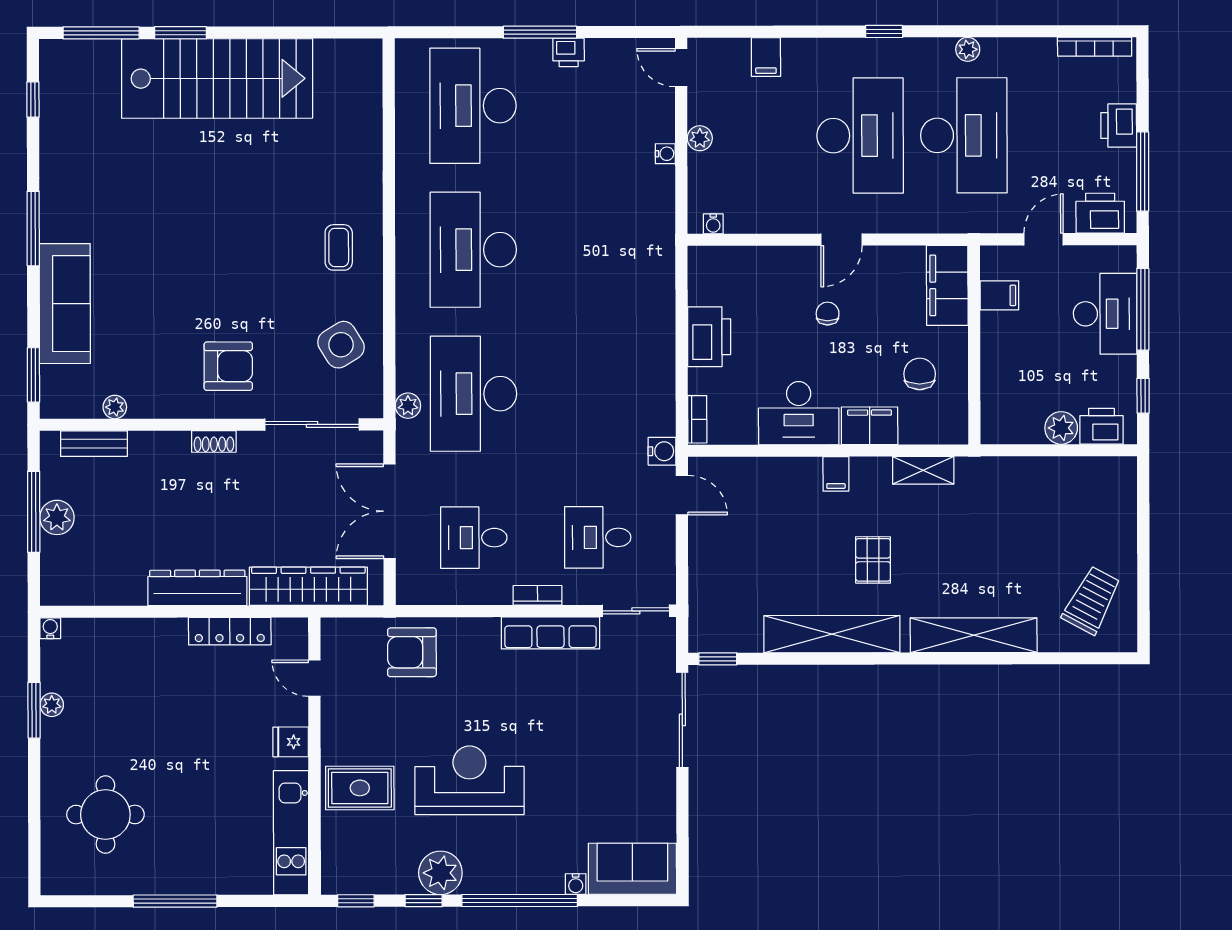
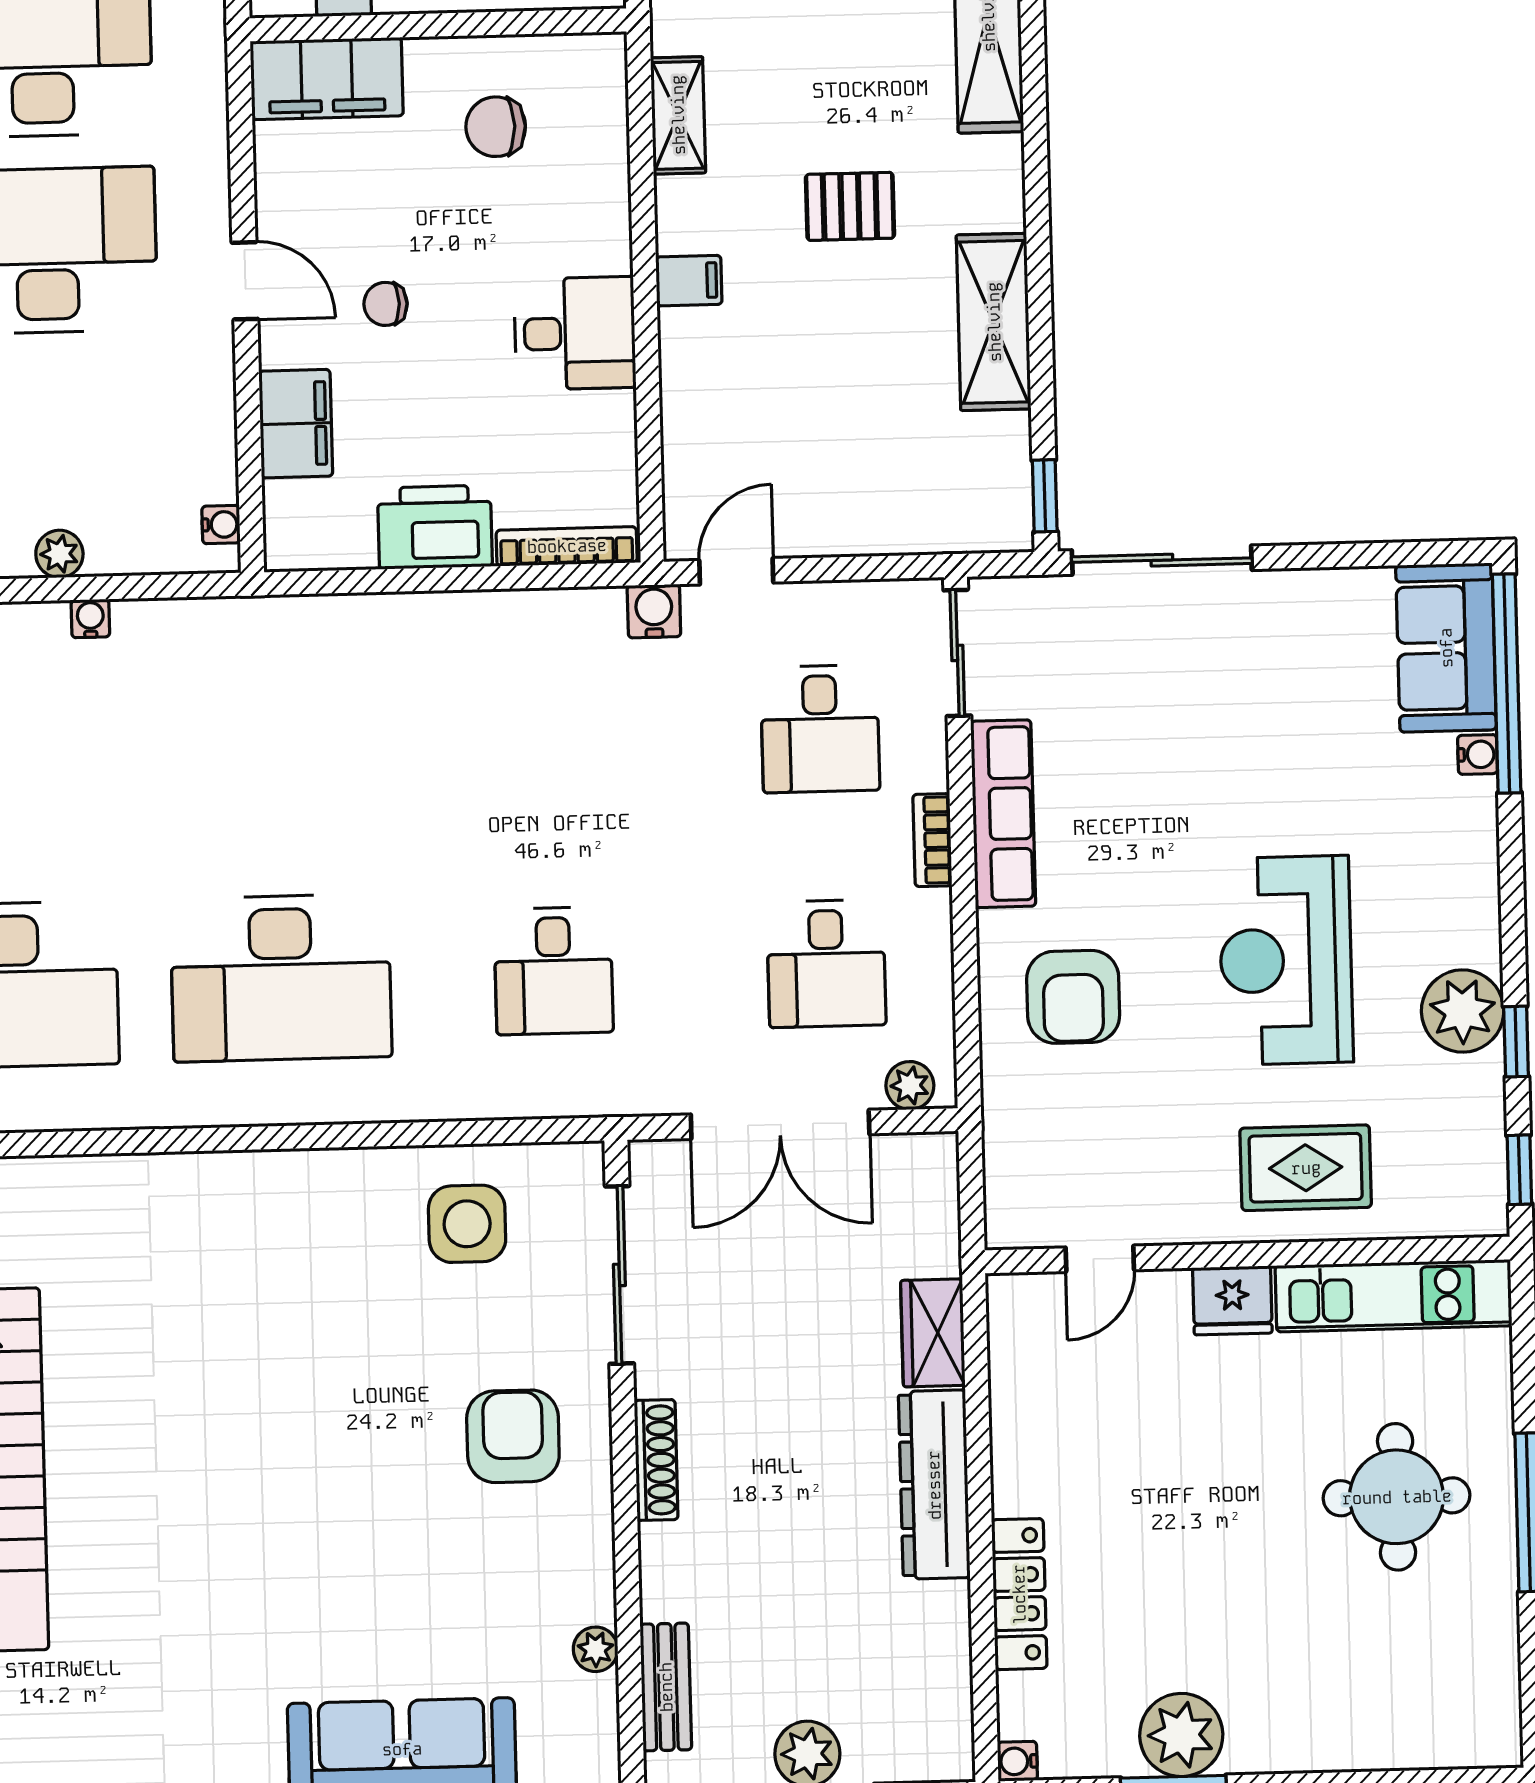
coffee table: (339, 247) -> (283, 1233), removed
side table: (341, 345) -> (467, 1224), turned 32
desk: (473, 394) -> (554, 971), width x0.53, depth x0.77
plant: (408, 406) -> (910, 1086), moved
desk: (799, 413) -> (575, 333), width x0.73
bookcase: (697, 419) -> (567, 546), width x1.56
filing cabinet: (870, 426) -> (296, 424), moved, turned 180
shoe rack: (214, 441) -> (656, 1460), width x1.43
wardrobe: (308, 586) -> (933, 1333), width x0.48, depth x0.85
locker: (230, 631) -> (1019, 1594), moved
shelving: (832, 634) -> (994, 322), width x0.68
armchair: (412, 652) -> (1073, 997), moved
plant: (52, 705) -> (1181, 1735), width x1.87, depth x1.87
fridge: (291, 742) -> (1232, 1300), width x1.38
rug: (360, 788) -> (1306, 1168), turned 90
round table: (105, 815) -> (1397, 1497), moved
window: (520, 900) -> (1507, 684), moved

